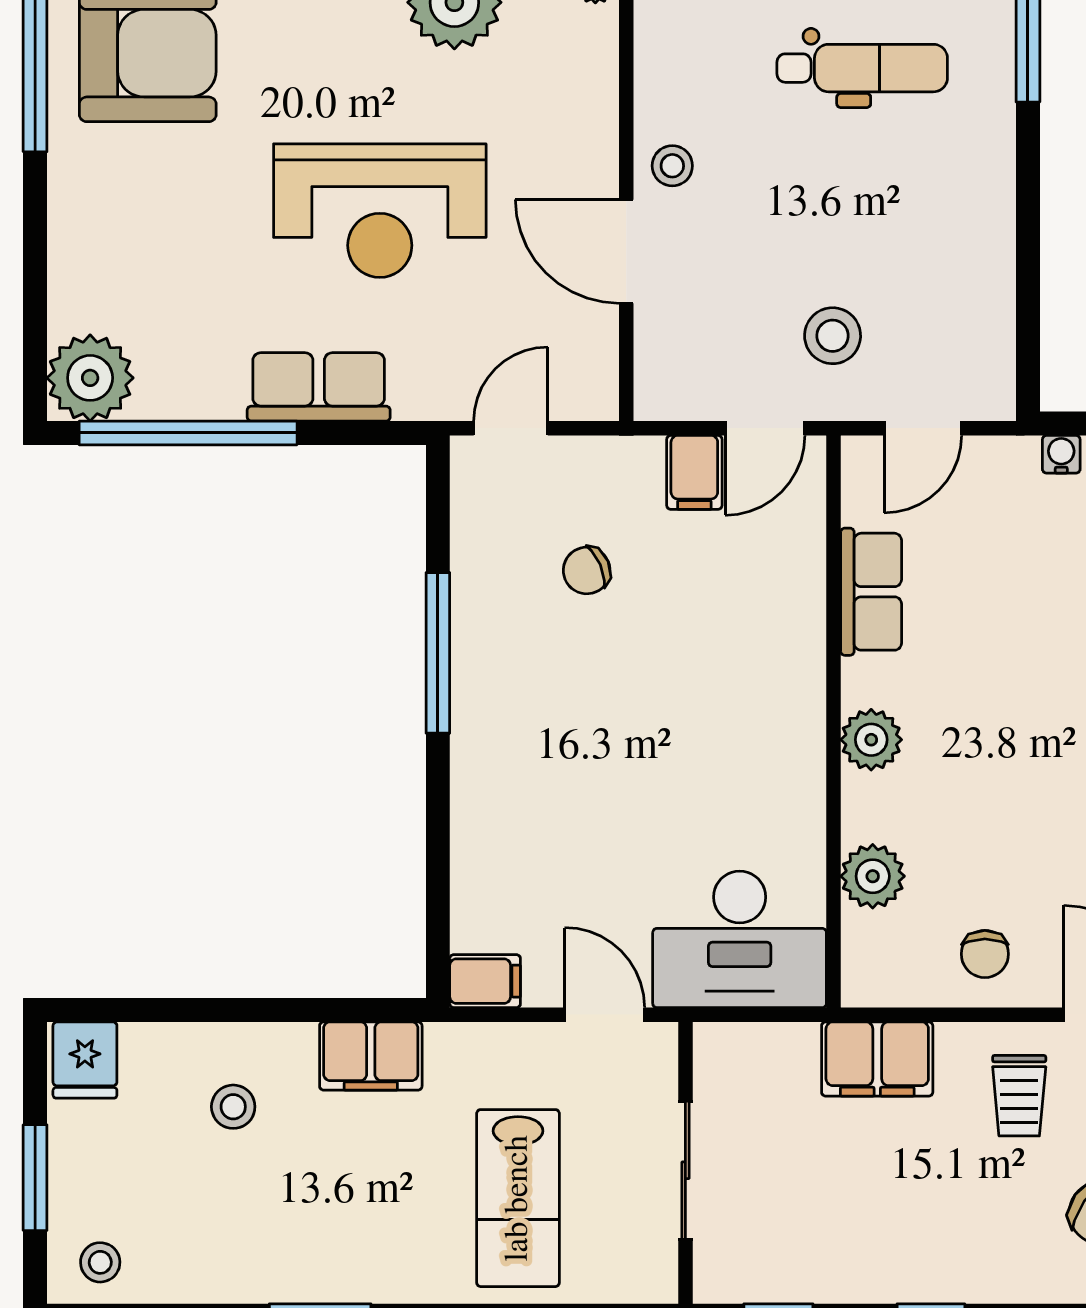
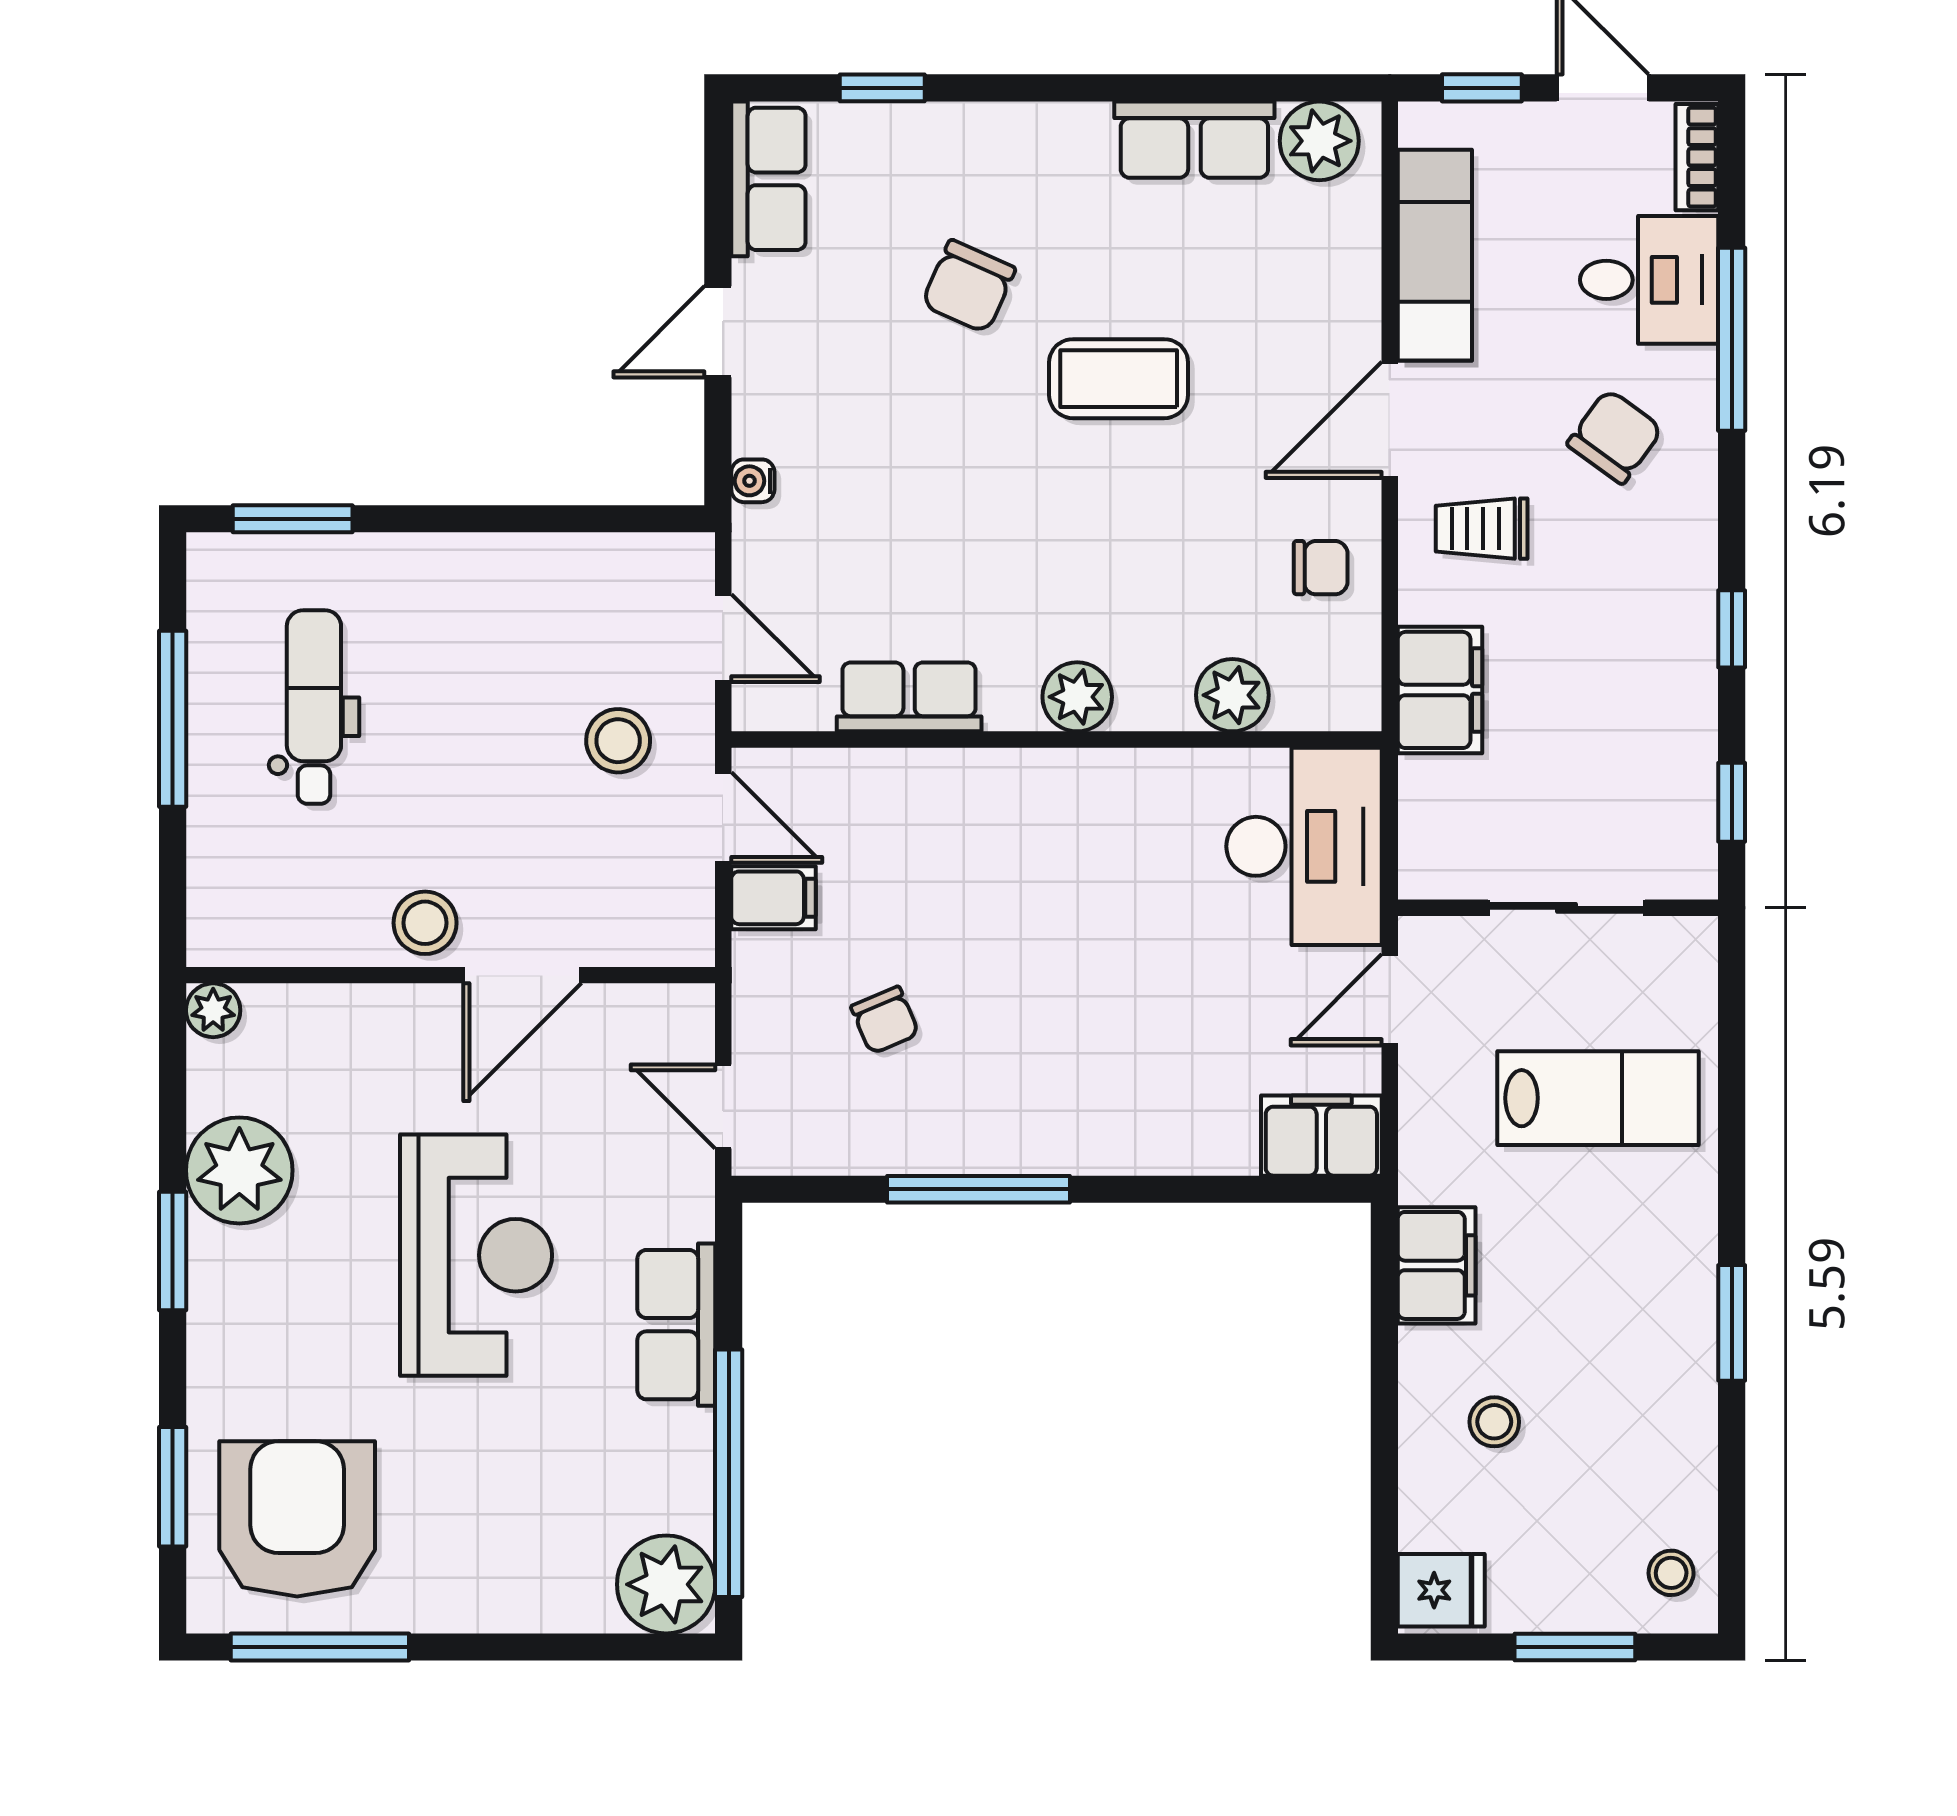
stool: (672, 166) -> (425, 923), width x1.37, depth x1.37
filing cabinet: (485, 981) -> (1321, 1136), width x2.00
trolley: (1019, 1096) -> (1482, 529), turned 180

